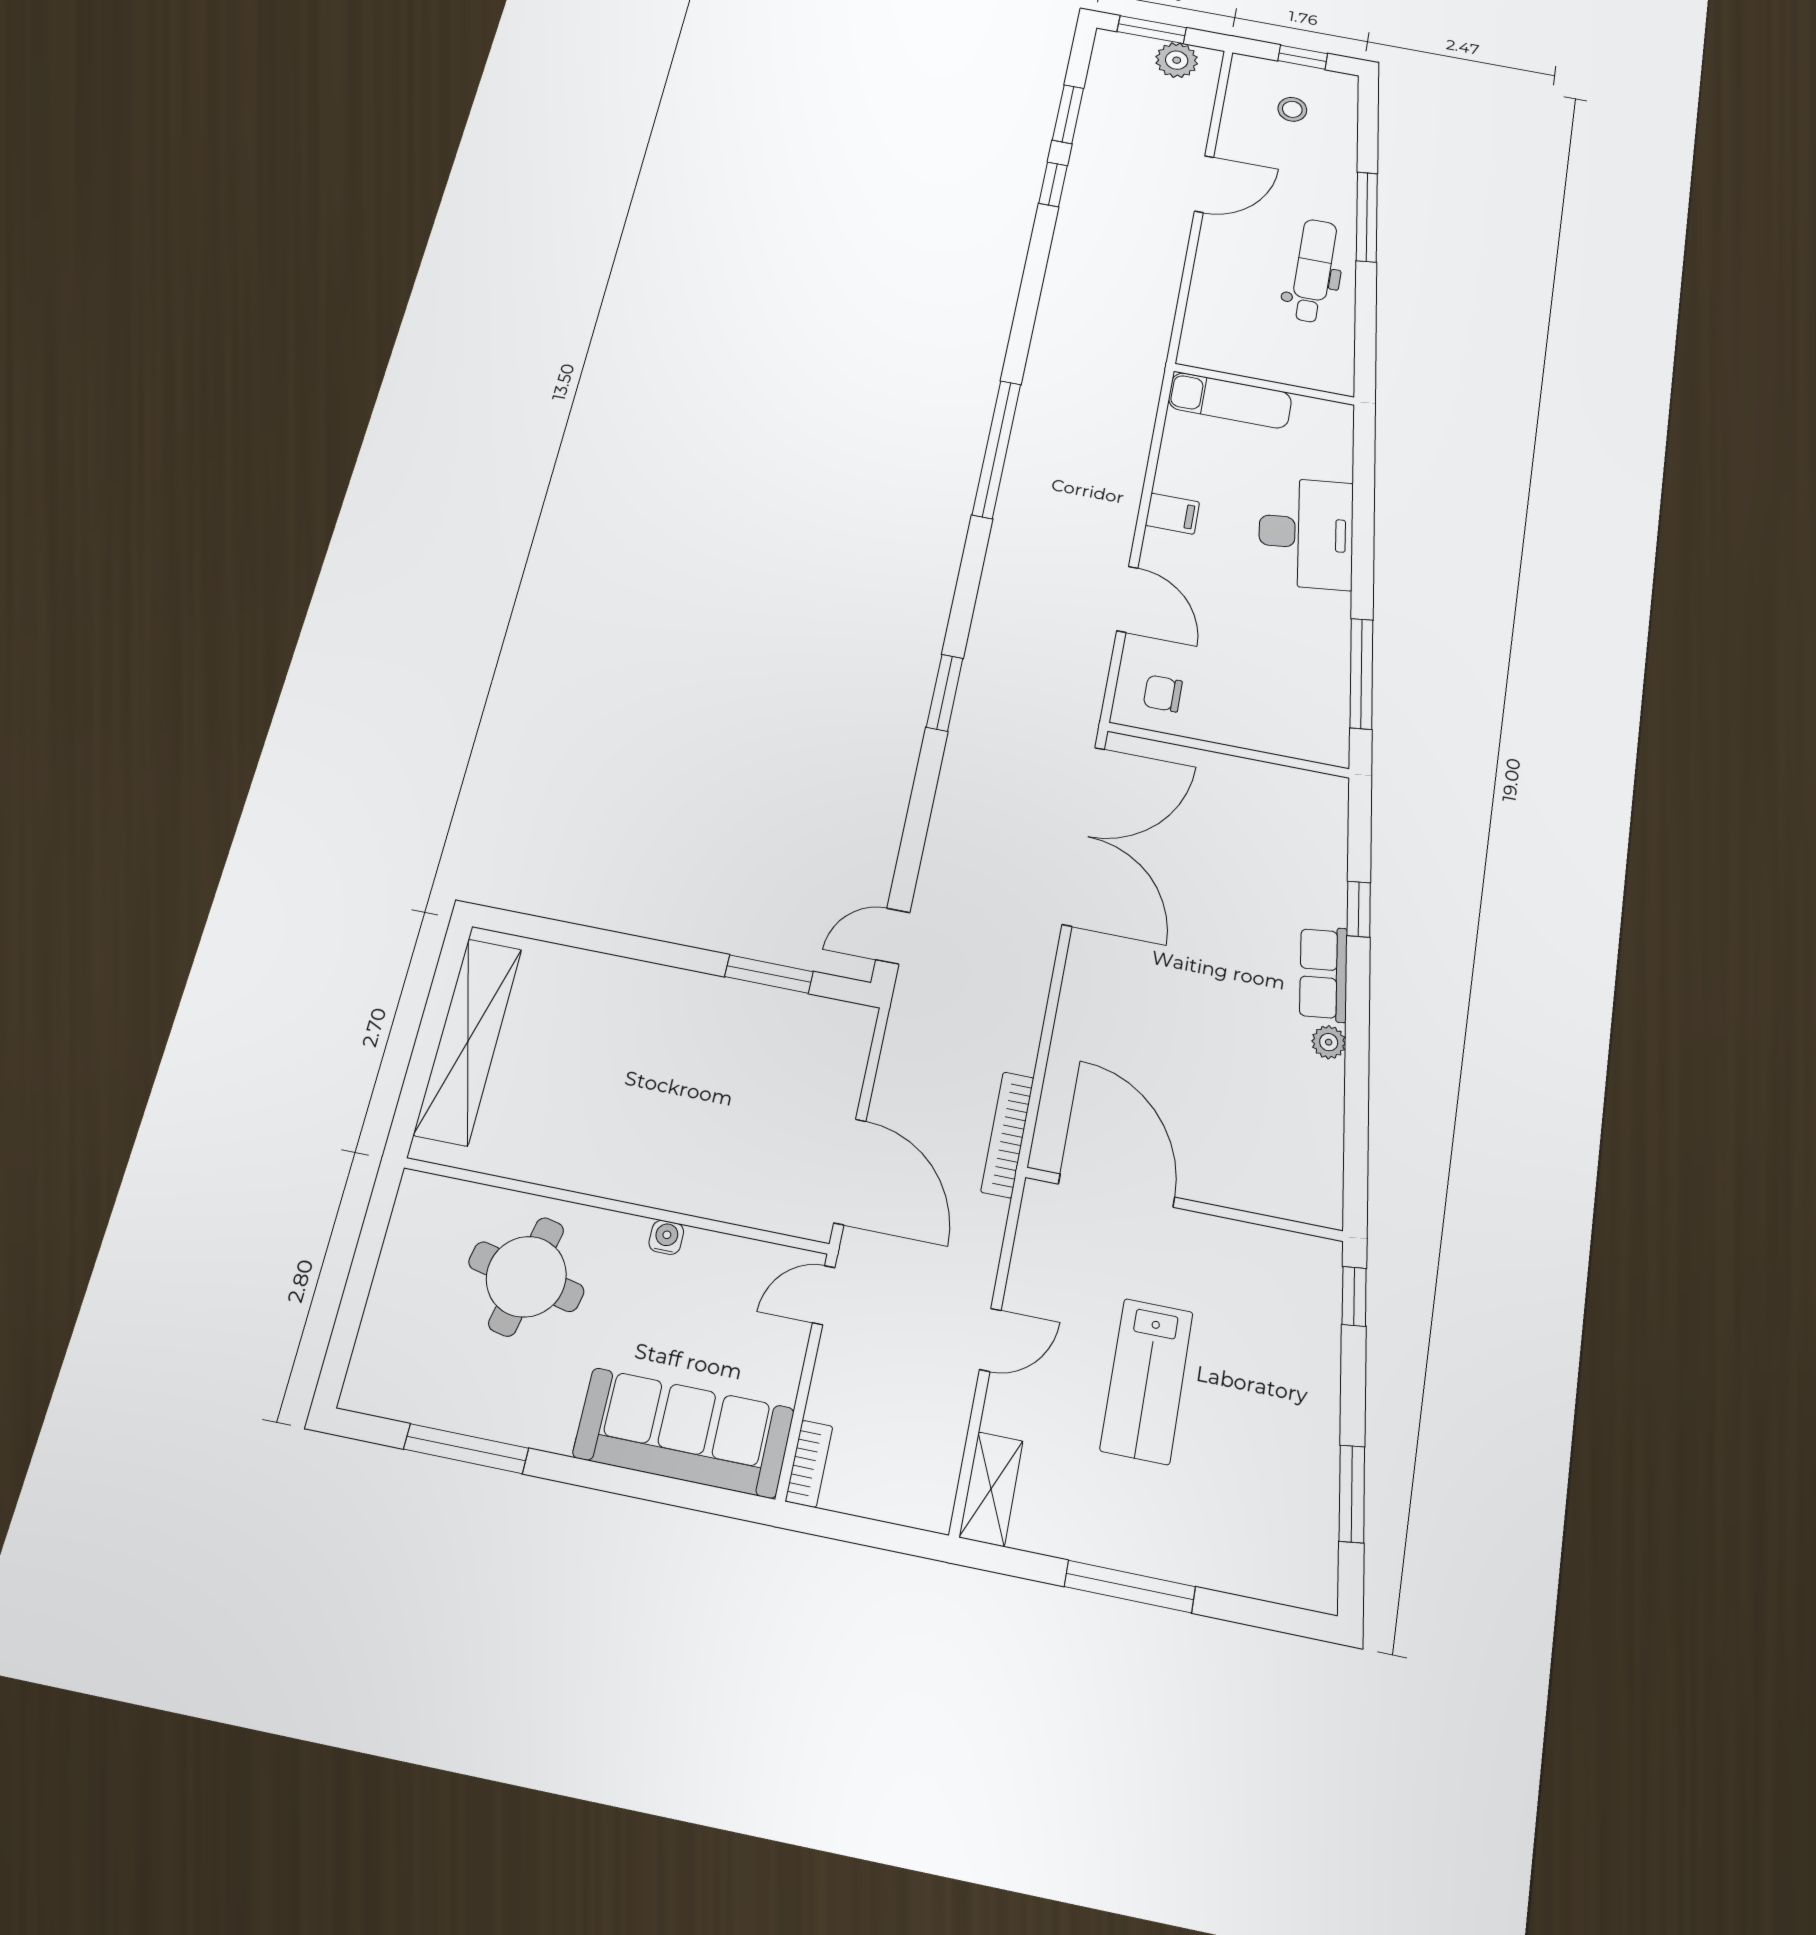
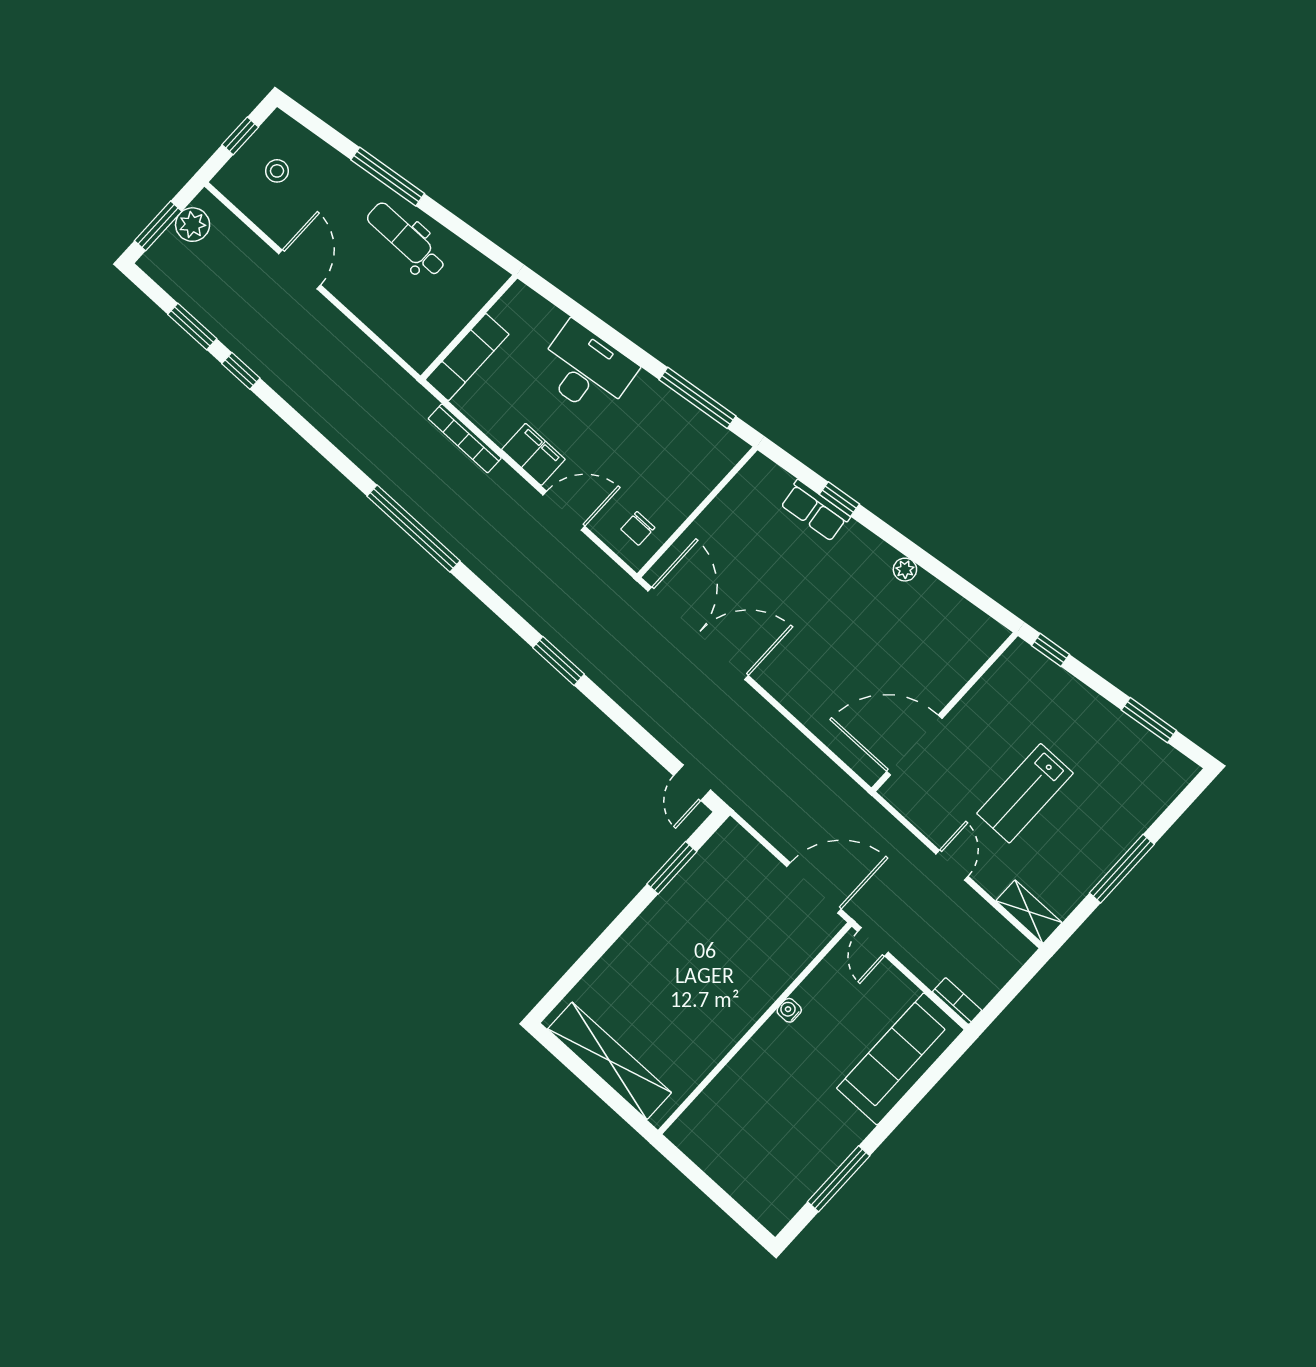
filing cabinet: (1172, 514) -> (533, 454), width x2.00
row of seats: (1324, 974) -> (815, 511), moved
bookcase: (1007, 1135) -> (465, 438), moved
round table: (526, 1277) -> (765, 1099), removed
lab bench: (1147, 1381) -> (1025, 793), turned 90

